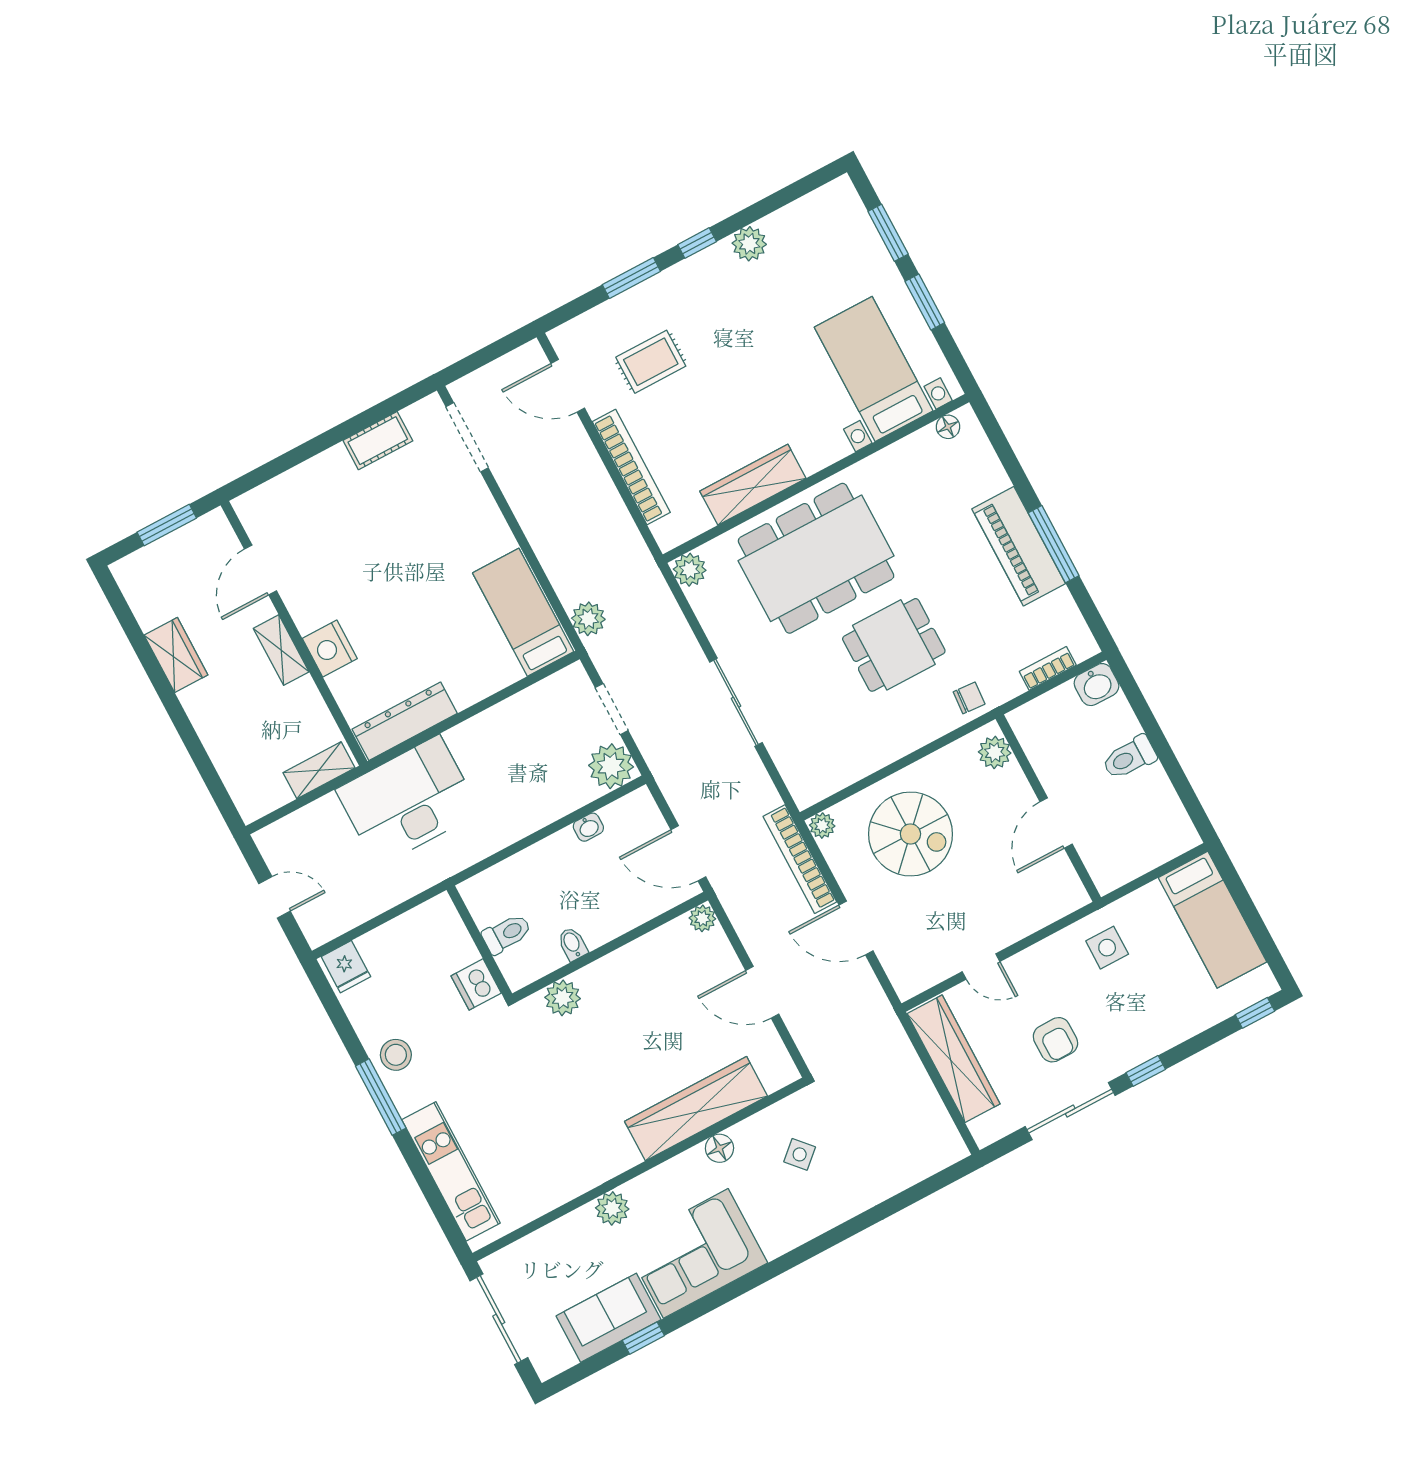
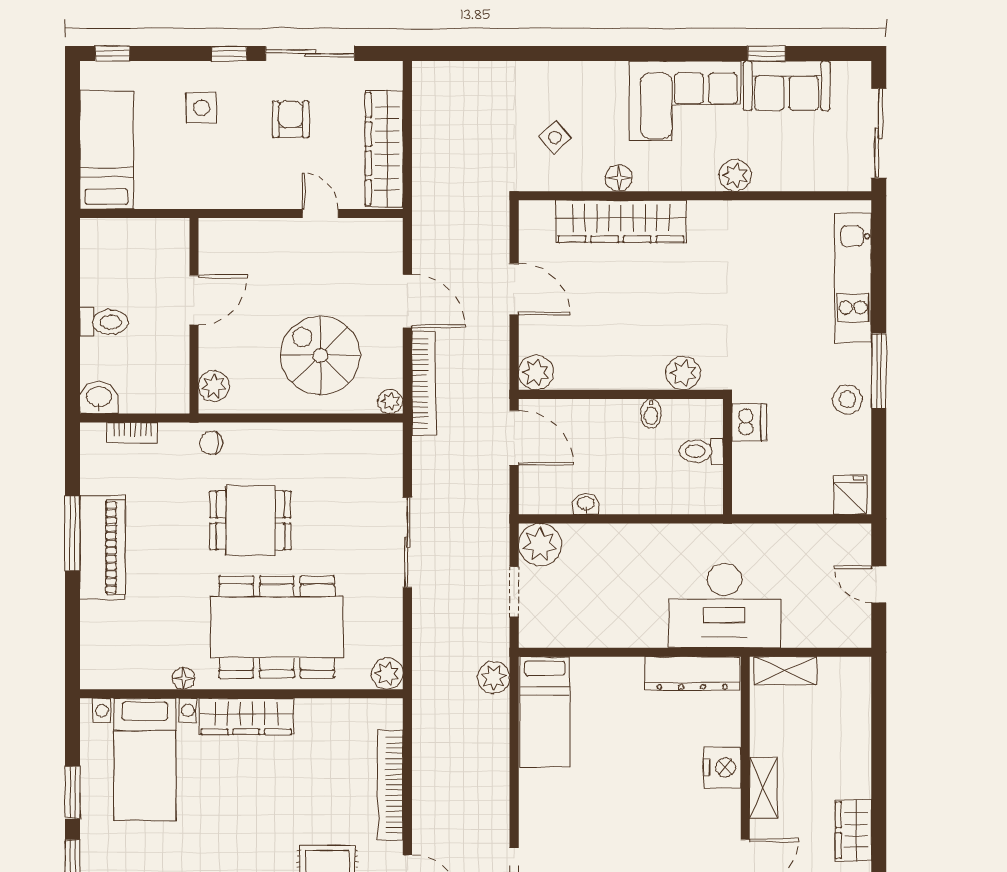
floor lamp: (948, 427) -> (183, 678), moved
wardrobe: (753, 485) -> (246, 716), moved
plant: (702, 918) -> (536, 372), width x1.38, depth x1.38
side table: (1107, 948) -> (201, 108), moved

